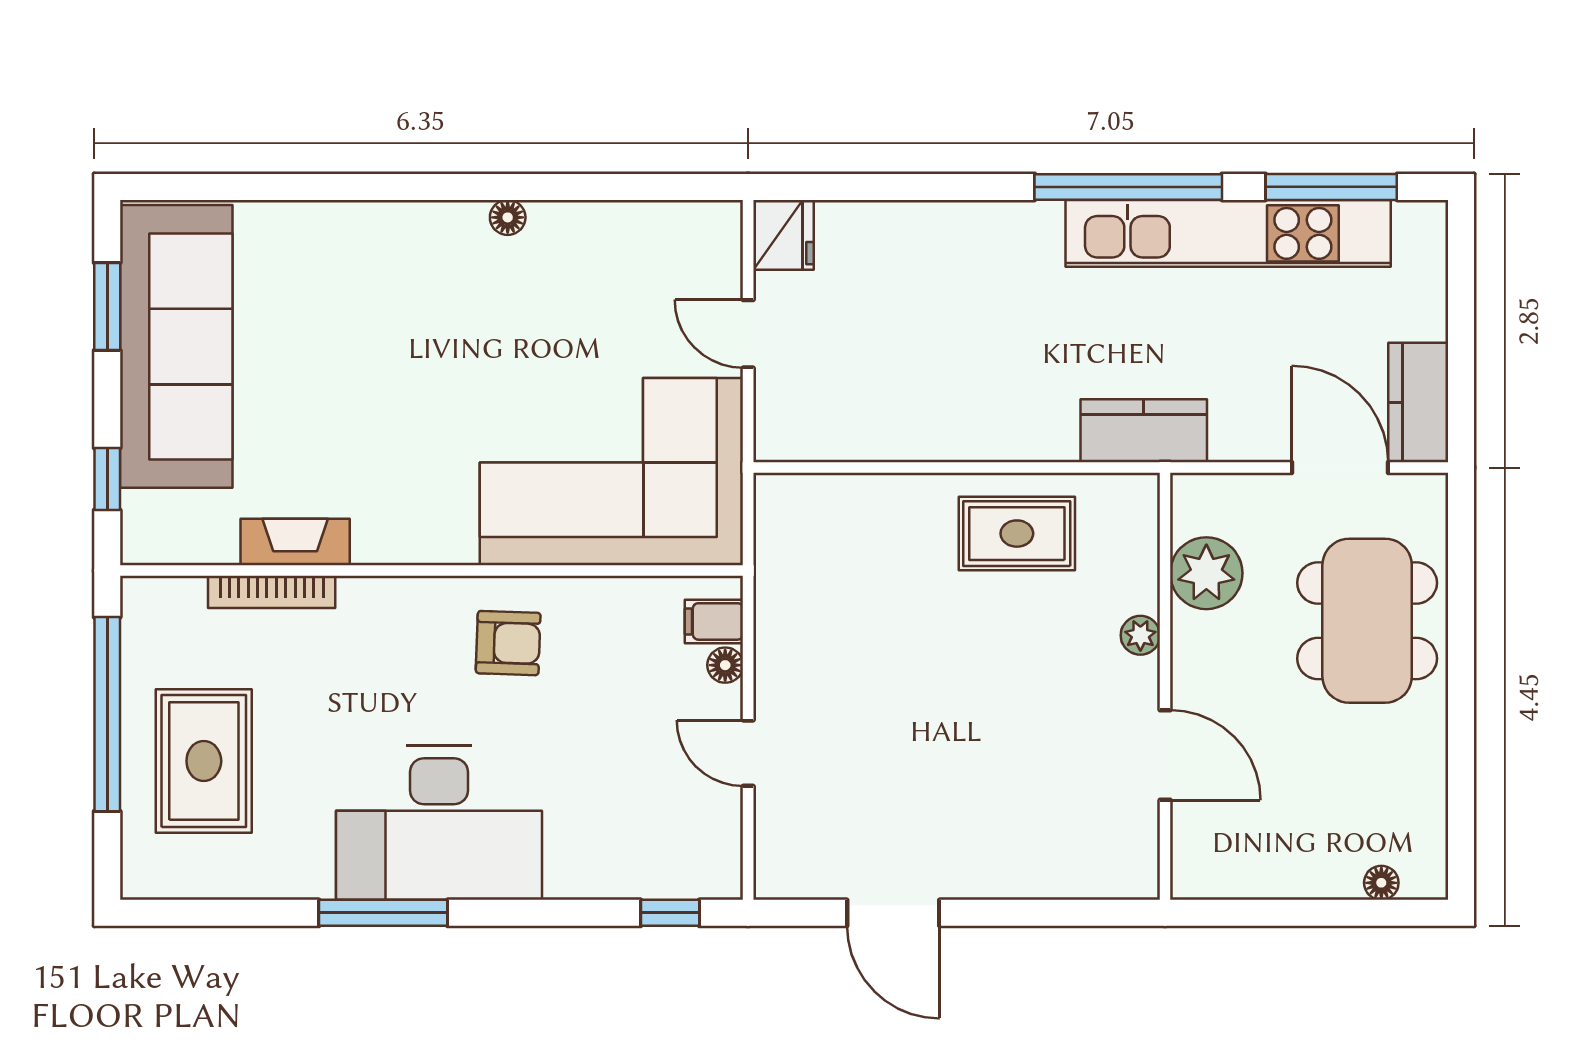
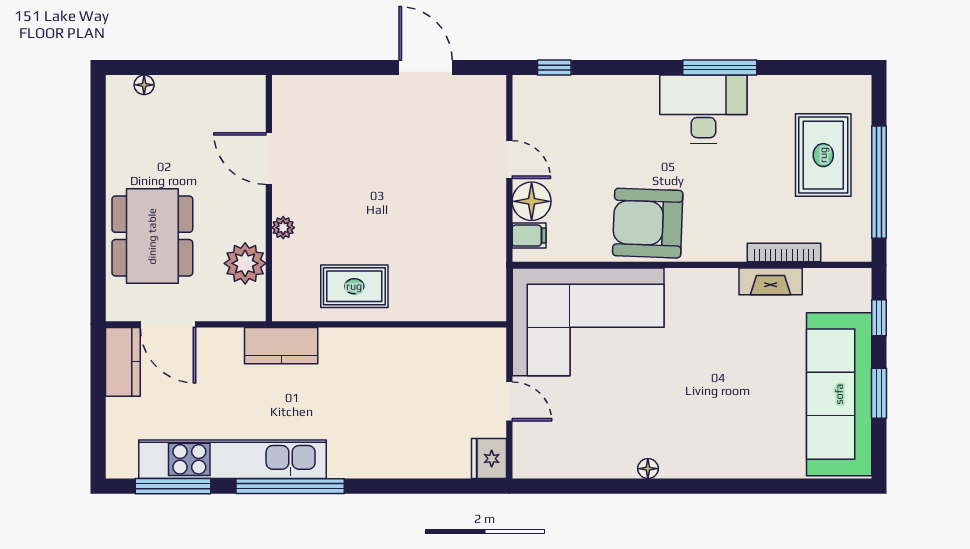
window: (107, 307) -> (879, 393), moved
armchair: (508, 643) -> (648, 223), width x1.88, depth x1.88
floor lamp: (725, 665) -> (532, 201), width x1.89, depth x1.89
desk: (439, 823) -> (703, 109), width x0.73, depth x0.77

